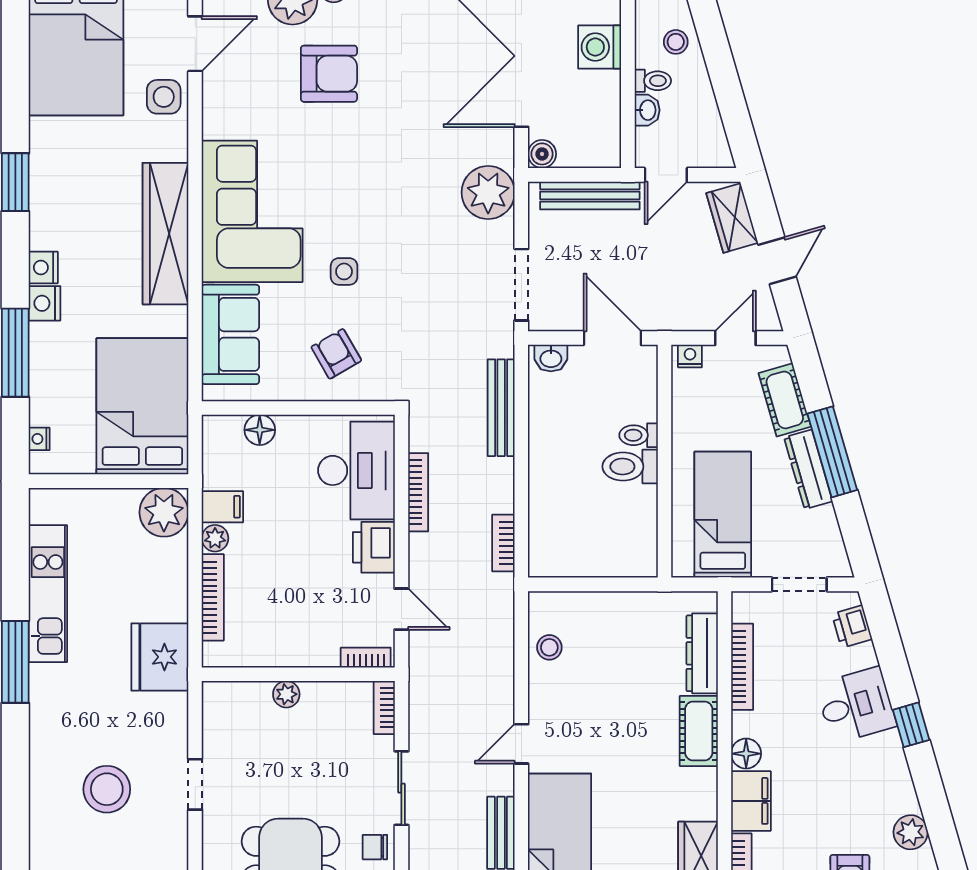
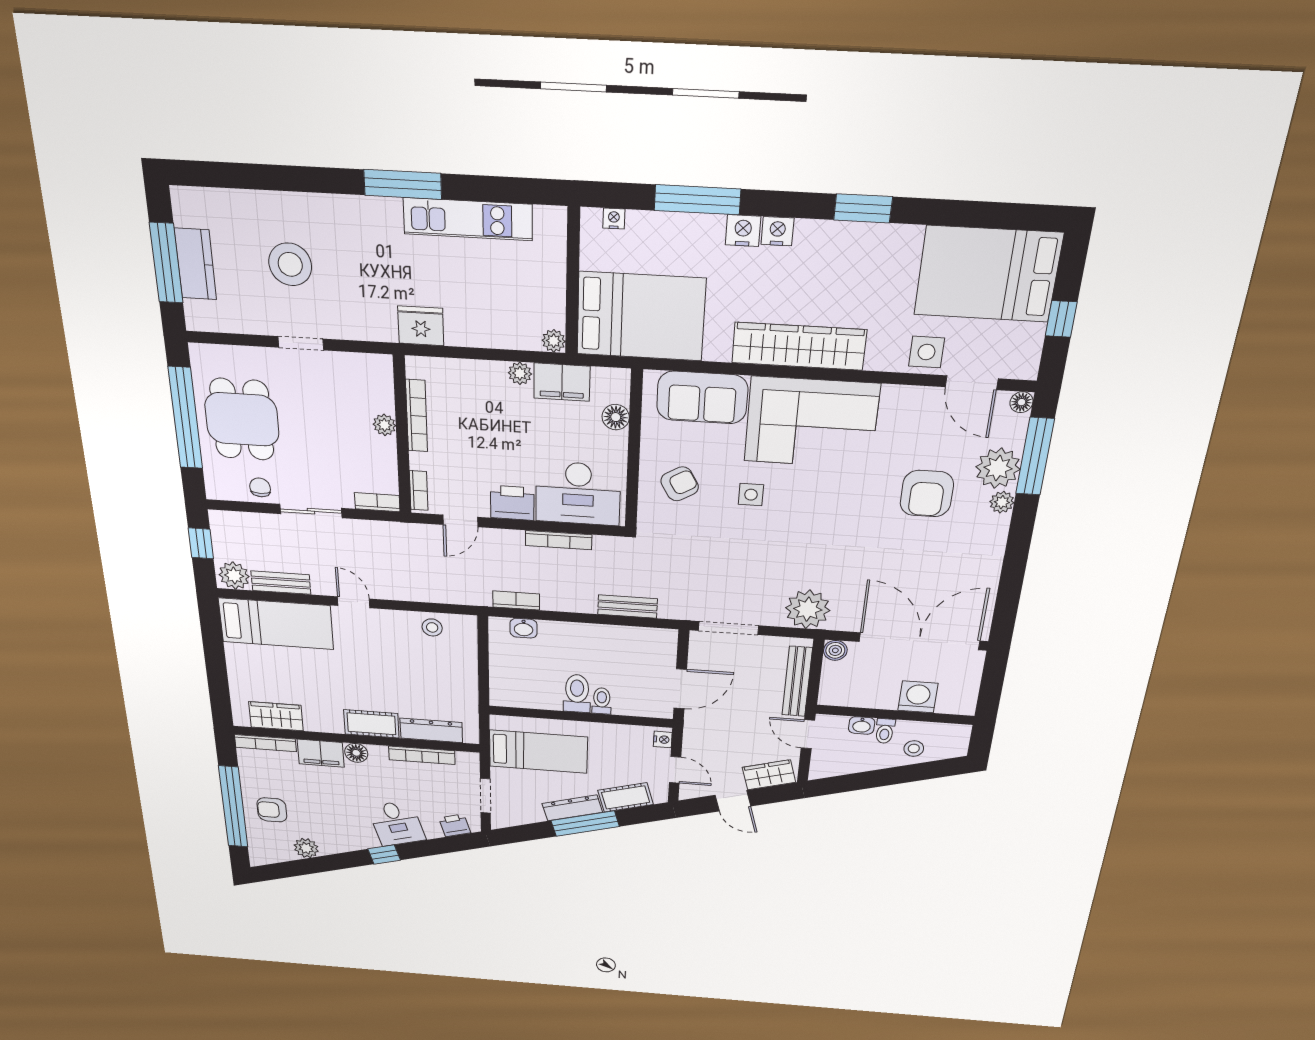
washbasin: (551, 358) -> (524, 628), moved, turned -90
bench: (501, 408) -> (628, 606), width x0.73
filing cabinet: (222, 507) -> (562, 382), width x2.00
plant: (164, 512) -> (554, 341), width x0.53, depth x0.53
bookcase: (213, 597) -> (417, 416), moved, turned -90
fridge: (160, 657) -> (421, 326), width x0.73, depth x0.75

